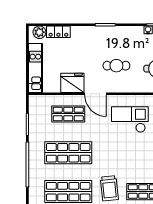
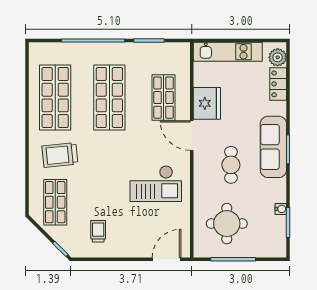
sofa: (104, 35) -> (273, 147), added
door: (95, 94) -> (192, 135), hinge flipped
checkout: (130, 119) -> (156, 184), turned 90

